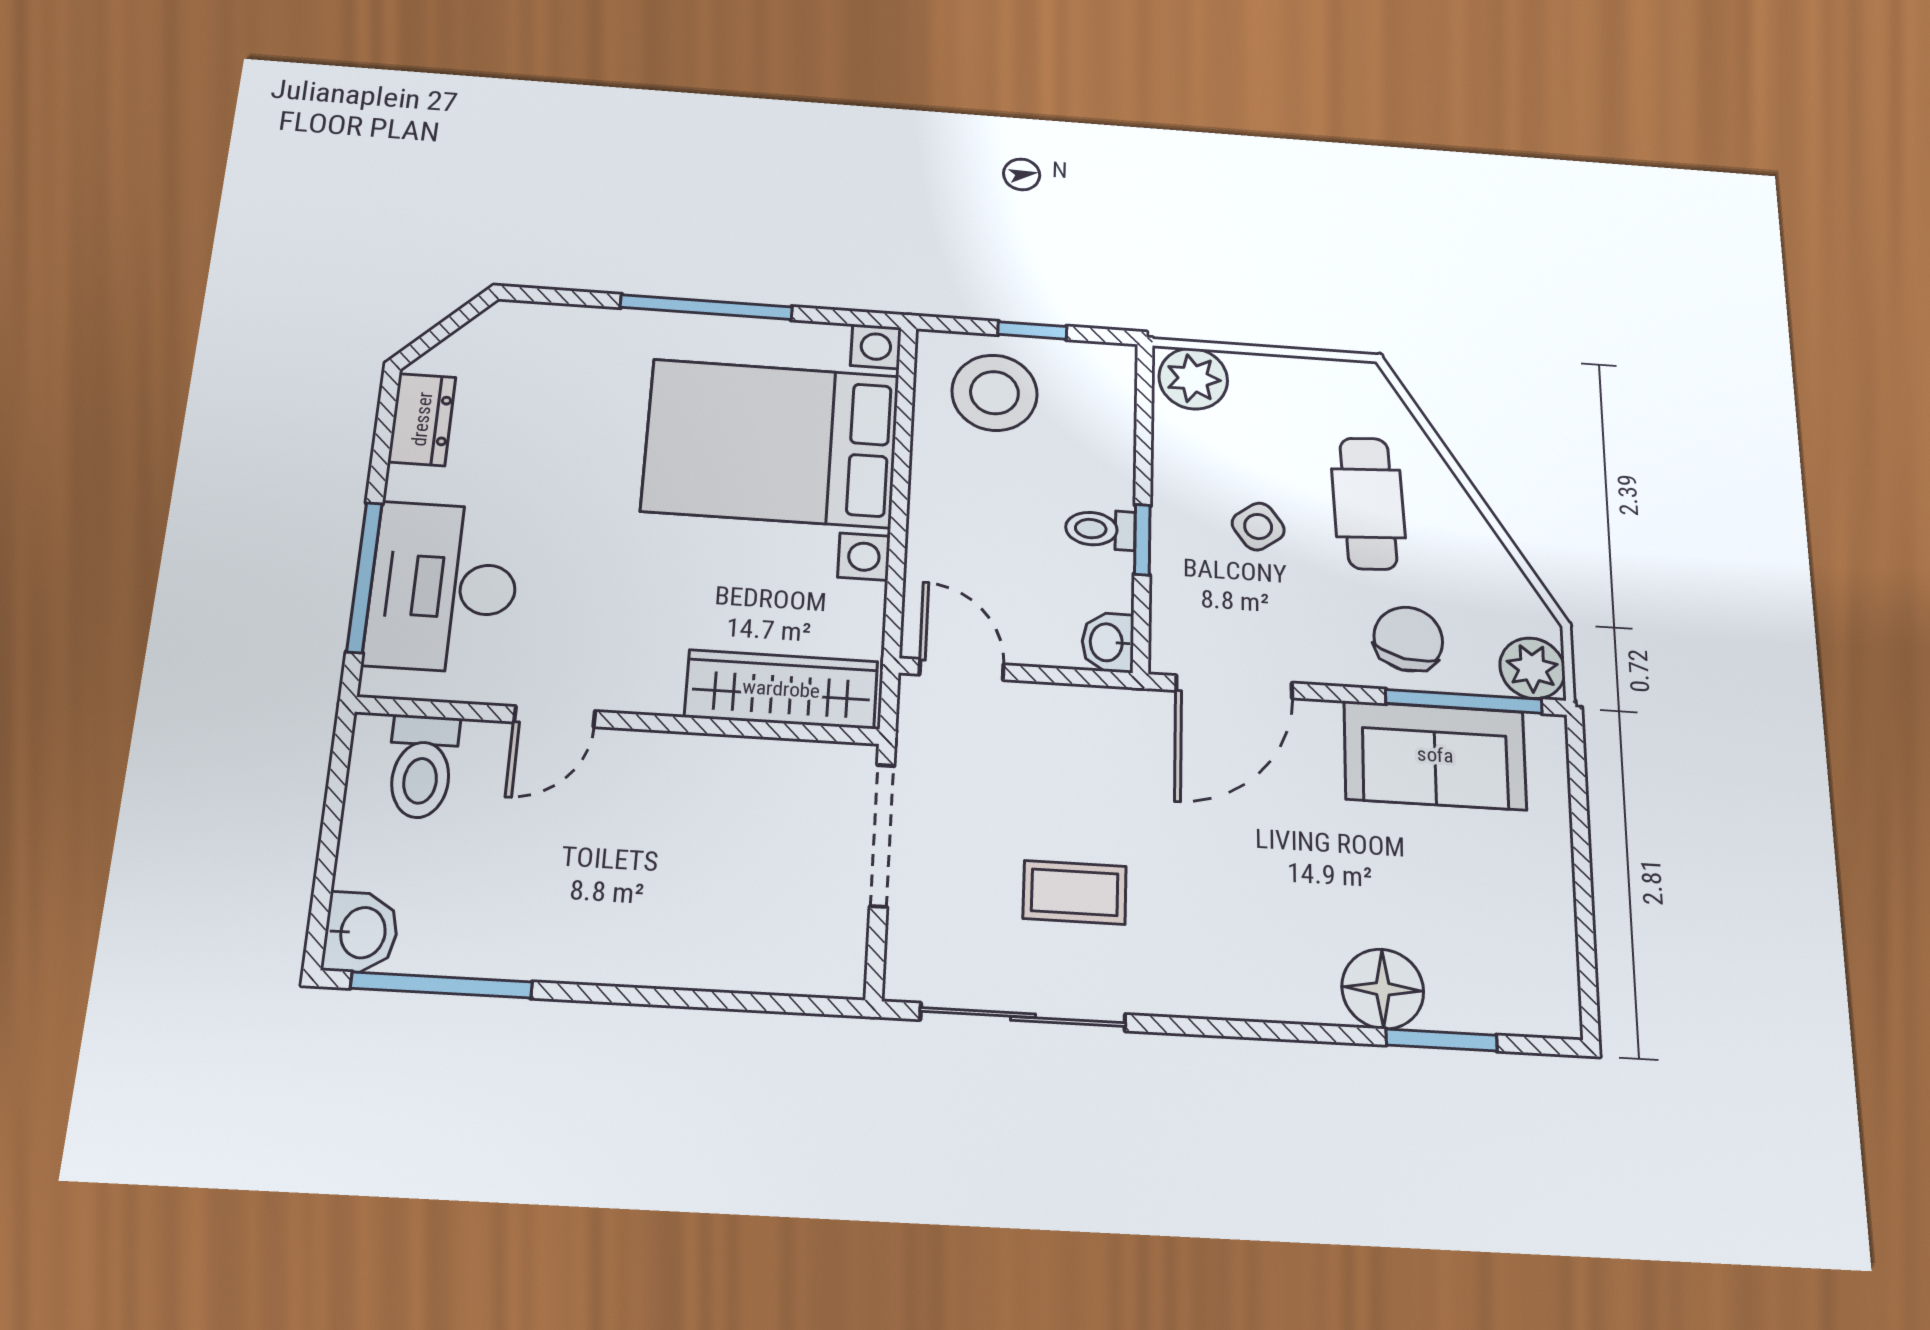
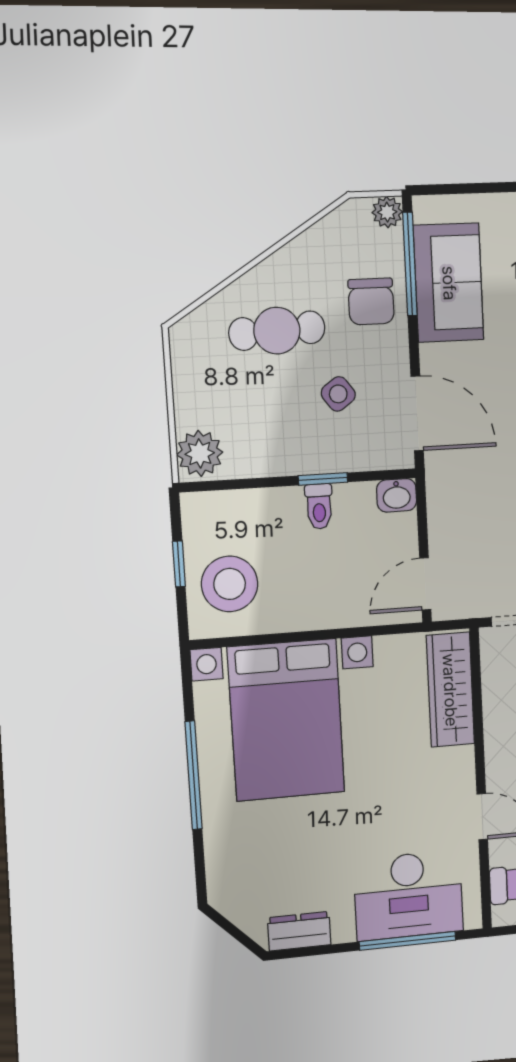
side table: (1258, 527) -> (338, 394), moved
chair: (1408, 639) -> (371, 302), turned -102
plant: (1532, 668) -> (387, 212), width x0.73, depth x0.73

